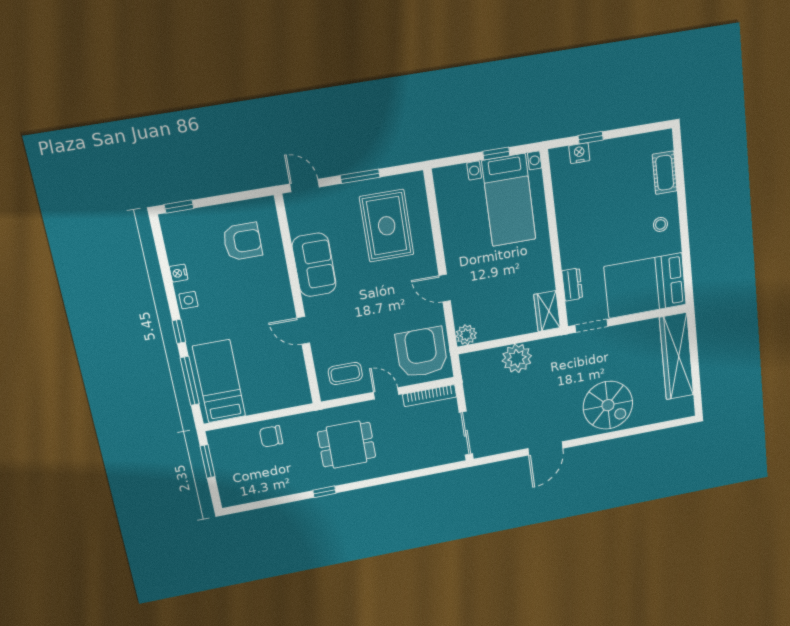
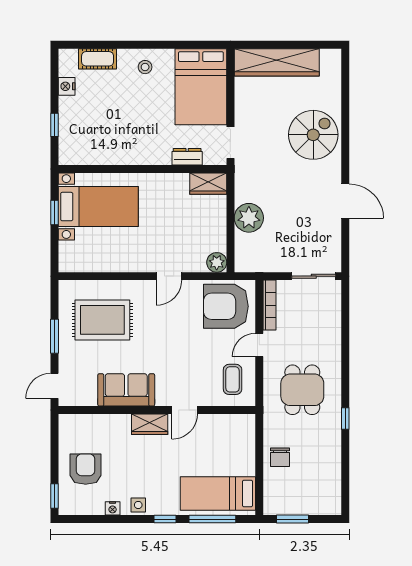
nightstand: (579, 153) -> (67, 86), moved
armchair: (242, 242) -> (86, 469), moved
wardrobe: (281, 297) -> (150, 424), added

